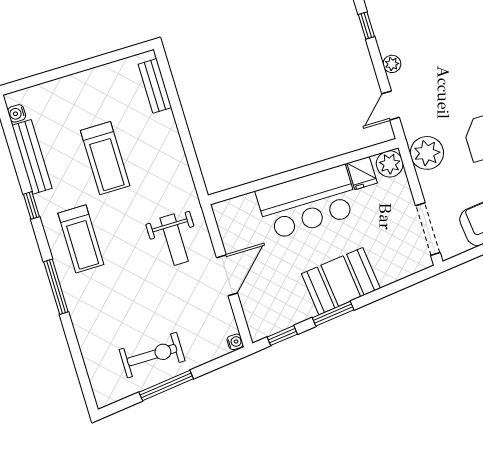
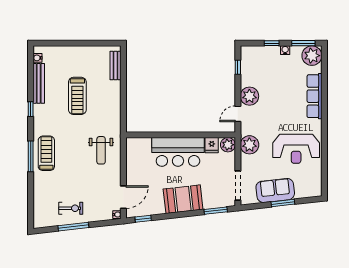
plant: (392, 64) -> (249, 96), width x1.87, depth x1.87
treadmill: (81, 239) -> (46, 153), moved, turned 180
door: (227, 275) -> (123, 197), moved
window: (333, 314) -> (216, 211), moved
exercise bike: (152, 355) -> (71, 208), width x0.73, depth x0.72

